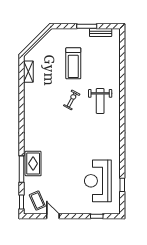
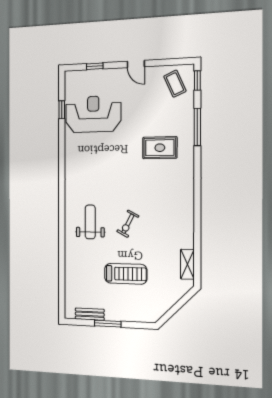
treadmill: (73, 63) -> (126, 274), turned 90
rug: (33, 164) -> (160, 148), moved, turned 90
reception desk: (98, 181) -> (93, 114), turned -90
door: (53, 216) -> (136, 64), moved

